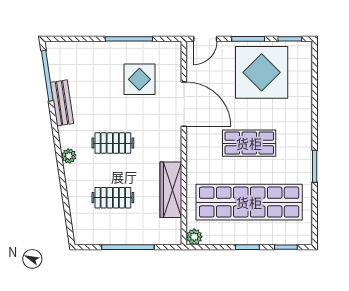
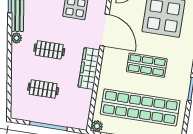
plant: (69, 156) -> (16, 38), moved
wardrobe: (171, 190) -> (89, 68), moved

